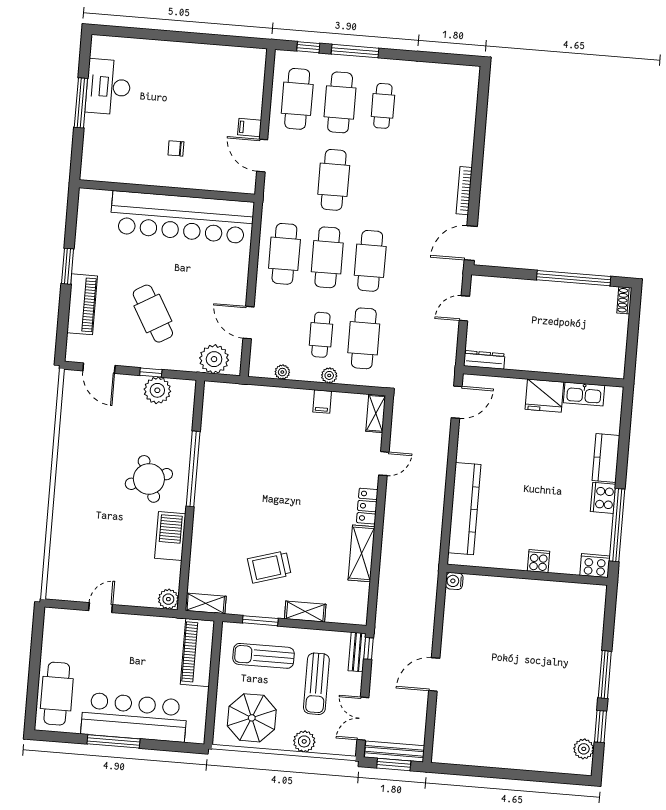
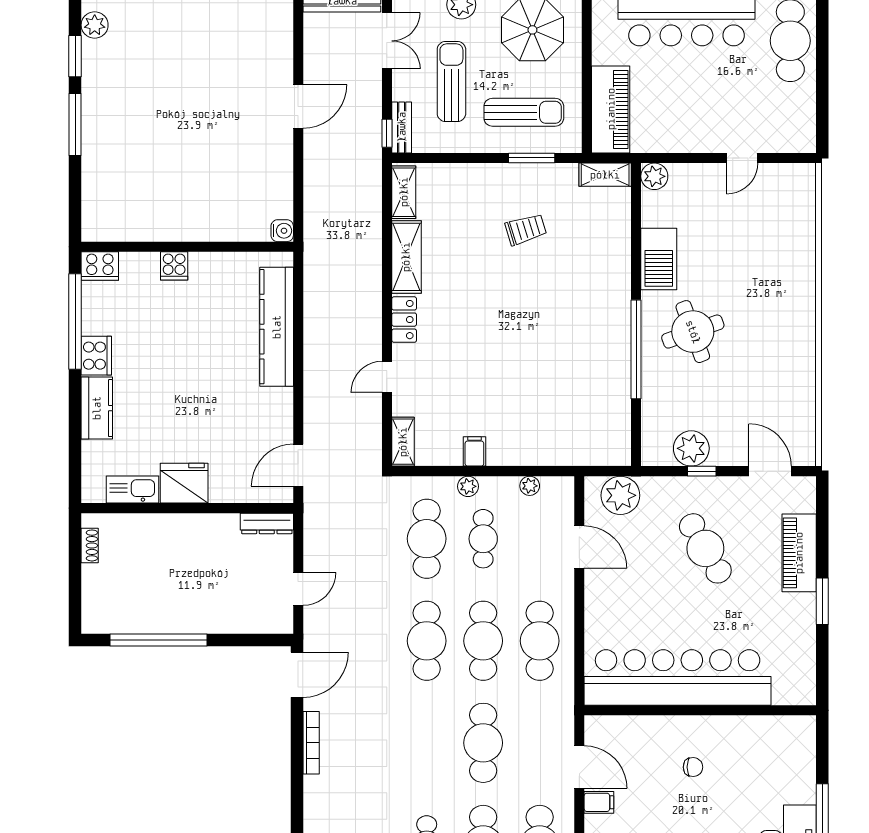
shoe rack: (624, 300) -> (90, 545), moved
trolley: (269, 567) -> (526, 229), width x0.73, depth x0.72
shelving: (305, 612) -> (404, 192), moved, turned 90

